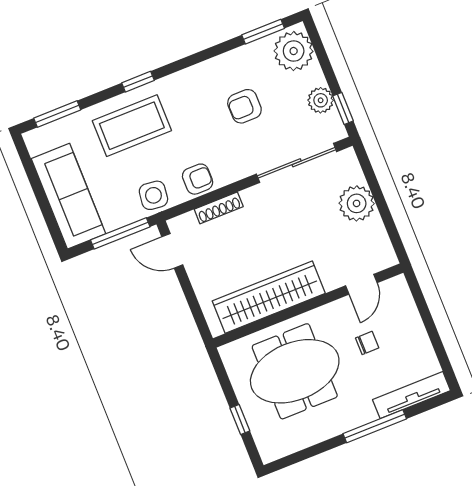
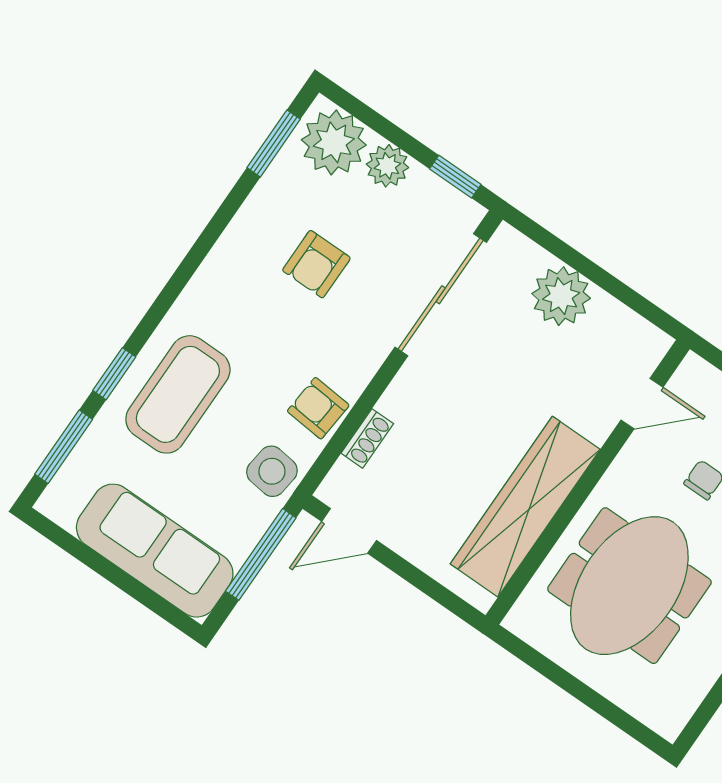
window: (138, 82) -> (114, 374), moved
plant: (321, 100) -> (387, 166), moved
armchair: (198, 179) -> (318, 408), turned -85
shoe rack: (219, 208) -> (367, 438), width x0.70
door: (361, 284) -> (642, 404), hinge flipped
window: (240, 420) -> (598, 703), removed

